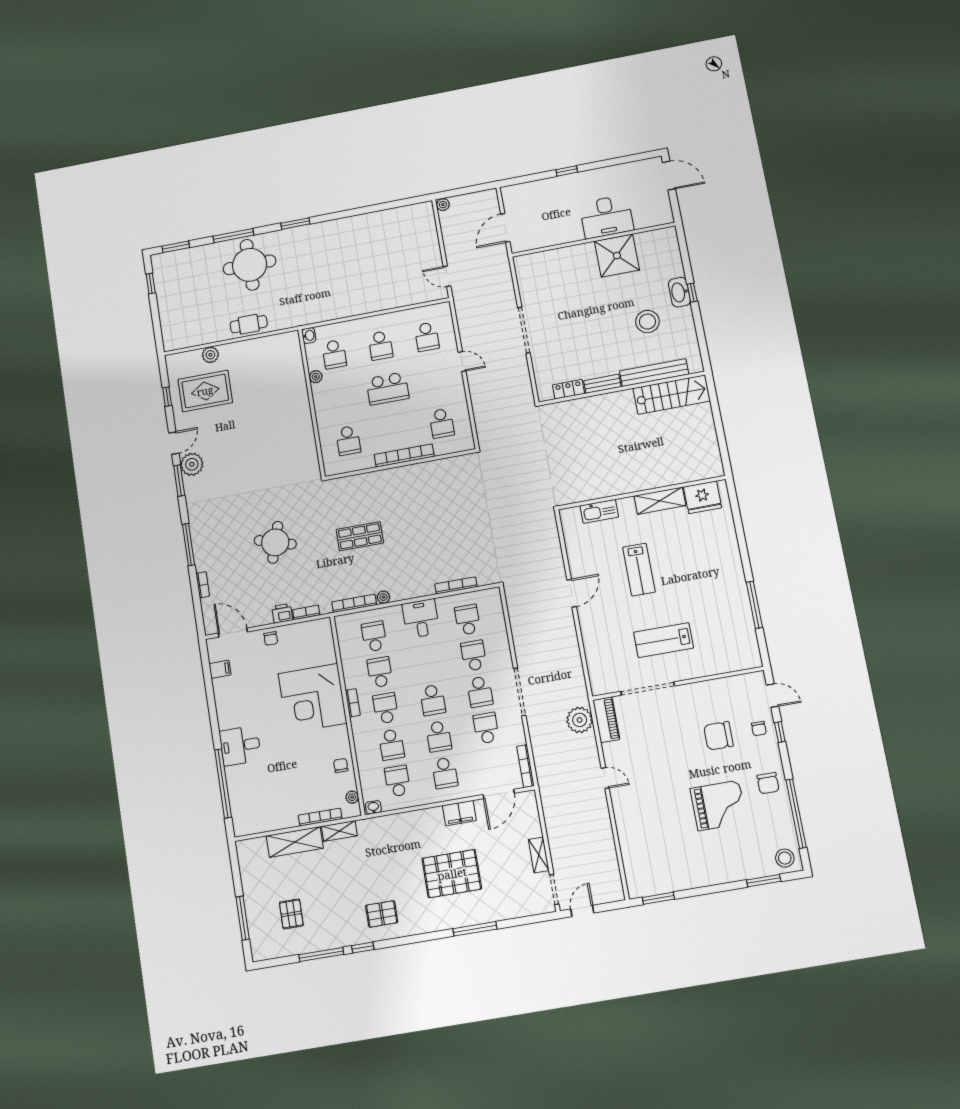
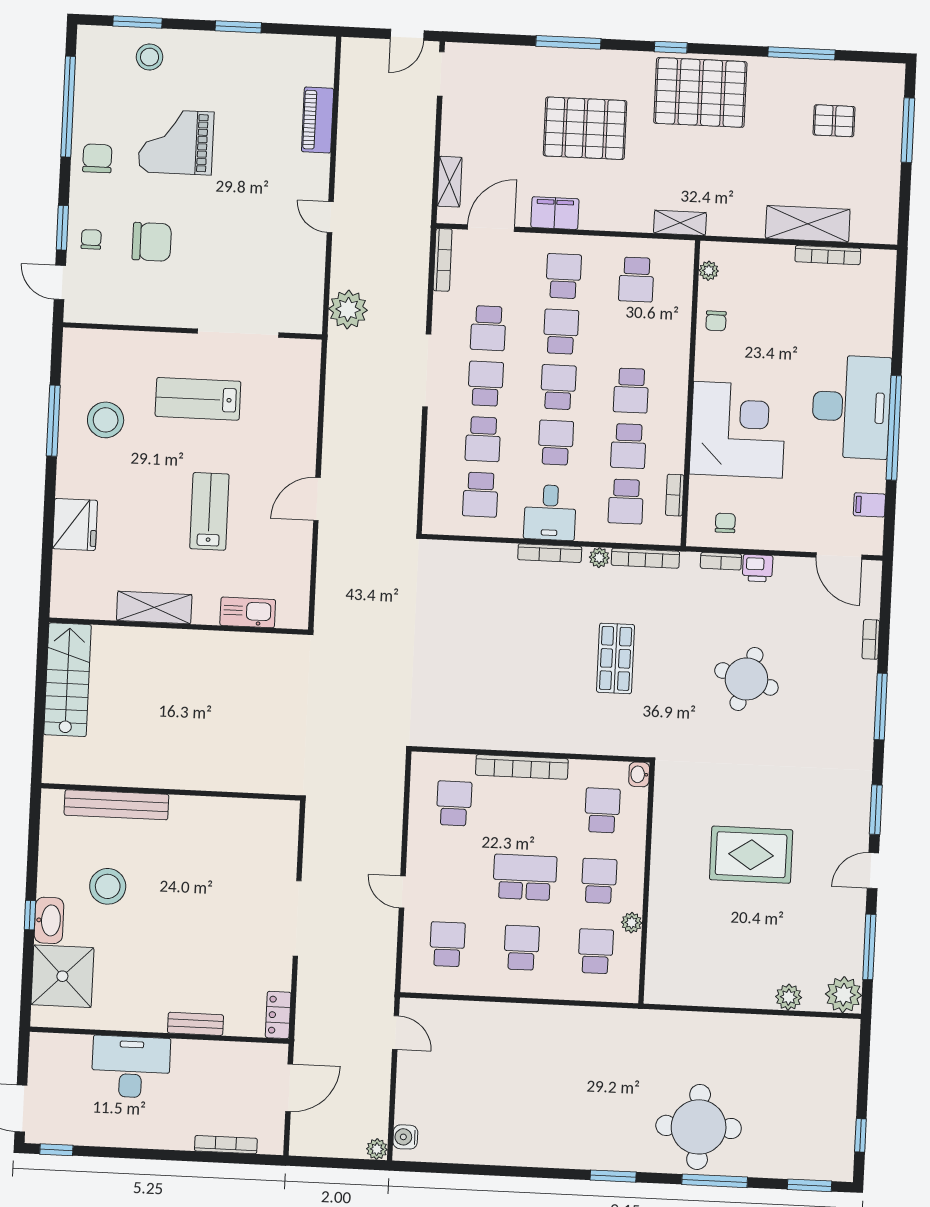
window: (567, 171) -> (56, 1150), moved
bookcase: (536, 185) -> (226, 1145), added
water cooler: (427, 216) -> (405, 1137), added
shower: (617, 256) -> (62, 976), moved
cafe table: (249, 324) -> (719, 1031), removed
washbasin: (309, 336) -> (639, 774), moved
bench: (602, 384) -> (195, 1024), moved
locker: (569, 389) -> (278, 1015), moved, turned 90
rug: (205, 391) -> (751, 855), moved
stairs: (672, 395) -> (67, 680), moved, turned 90
window: (167, 397) -> (869, 947), width x2.17
school desk: (341, 397) -> (599, 881), added
plant: (192, 464) -> (844, 995), moved
fridge: (703, 497) -> (75, 524), moved, turned 90
shop shelf: (360, 536) -> (616, 658), turned 90
bookcase: (456, 585) -> (550, 553), moved
stool: (720, 613) -> (106, 420), added
chair: (271, 638) -> (725, 523), moved
lab bench: (664, 640) -> (198, 399), turned 180
bookcase: (353, 703) -> (675, 495), moved
piano: (606, 720) -> (318, 120), moved
window: (780, 732) -> (62, 228), width x1.50
school desk: (392, 745) -> (556, 443), moved
desk: (240, 746) -> (851, 407), width x1.87, depth x1.30
window: (223, 783) -> (894, 428), moved
washbasin: (373, 807) -> (680, 249), removed
bookcase: (320, 817) -> (828, 255), moved
shelving: (339, 831) -> (680, 223), moved
shelving: (539, 855) -> (450, 182), moved
stool: (785, 858) -> (150, 57), moved
window: (658, 898) -> (238, 27), moved
pallet: (291, 914) -> (834, 121), turned 90
pallet: (382, 914) -> (700, 92), width x2.05, depth x2.00
window: (363, 948) -> (671, 47), moved

